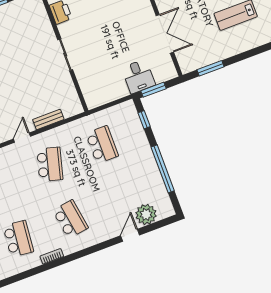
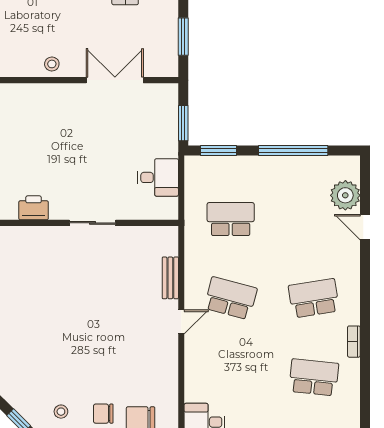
desk: (138, 76) -> (158, 177), moved
window: (144, 120) -> (219, 151), width x1.50
door: (22, 138) -> (181, 322), swing flipped

